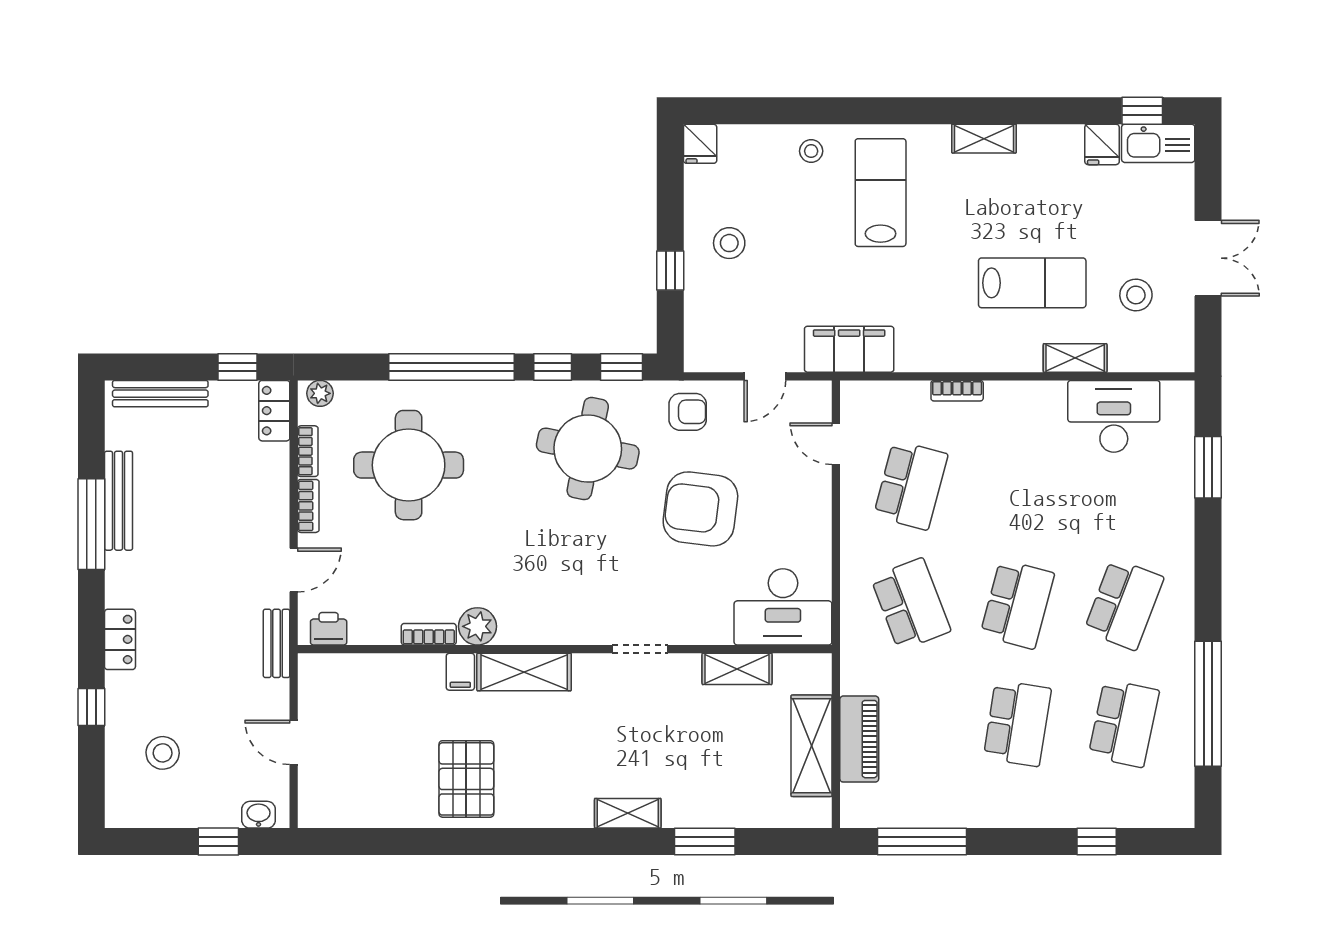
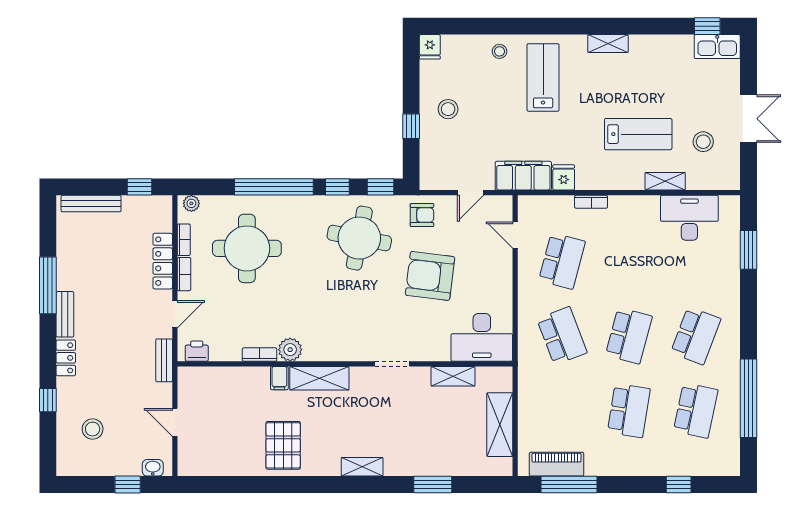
fridge: (1102, 144) -> (564, 177), moved, turned 180
locker: (274, 411) -> (163, 261), moved, width x1.53
bench: (119, 501) -> (65, 314), moved, width x0.73
piano: (859, 739) -> (557, 464), moved, turned -90
shelving: (628, 813) -> (362, 467), moved

